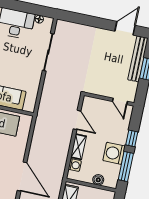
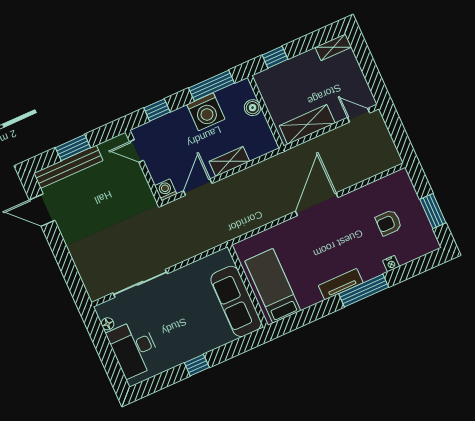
door: (120, 101) -> (137, 151), swing flipped
window: (132, 138) -> (157, 110), moved
washing machine: (75, 165) -> (166, 190), moved

